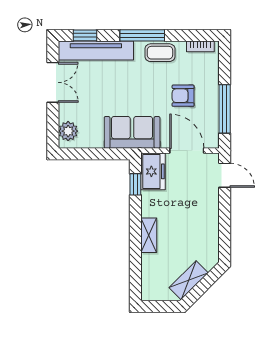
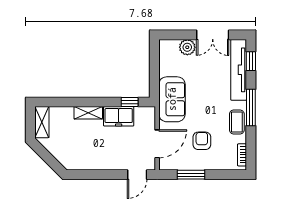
window: (225, 109) -> (191, 175), width x0.69
plant: (68, 131) -> (187, 47), moved
freezer: (153, 171) -> (119, 116), moved
shelving: (189, 280) -> (42, 122), moved, turned 45

